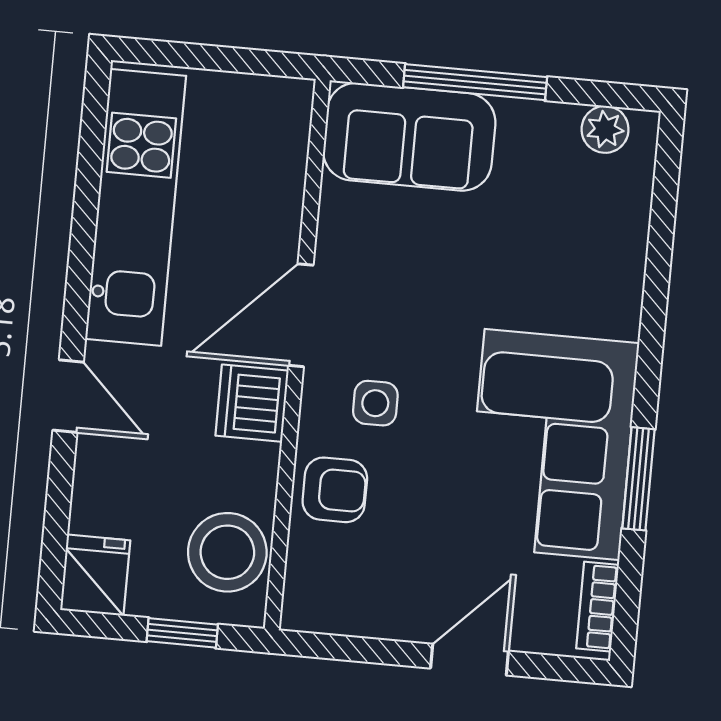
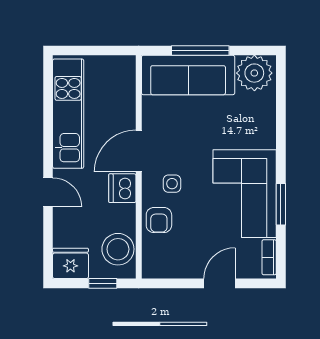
plant: (605, 129) -> (254, 73), width x1.88, depth x1.88
sofa: (409, 137) -> (188, 75), width x1.36
armchair: (335, 490) -> (159, 220), turned 90
fridge: (95, 575) -> (70, 263), width x1.38

